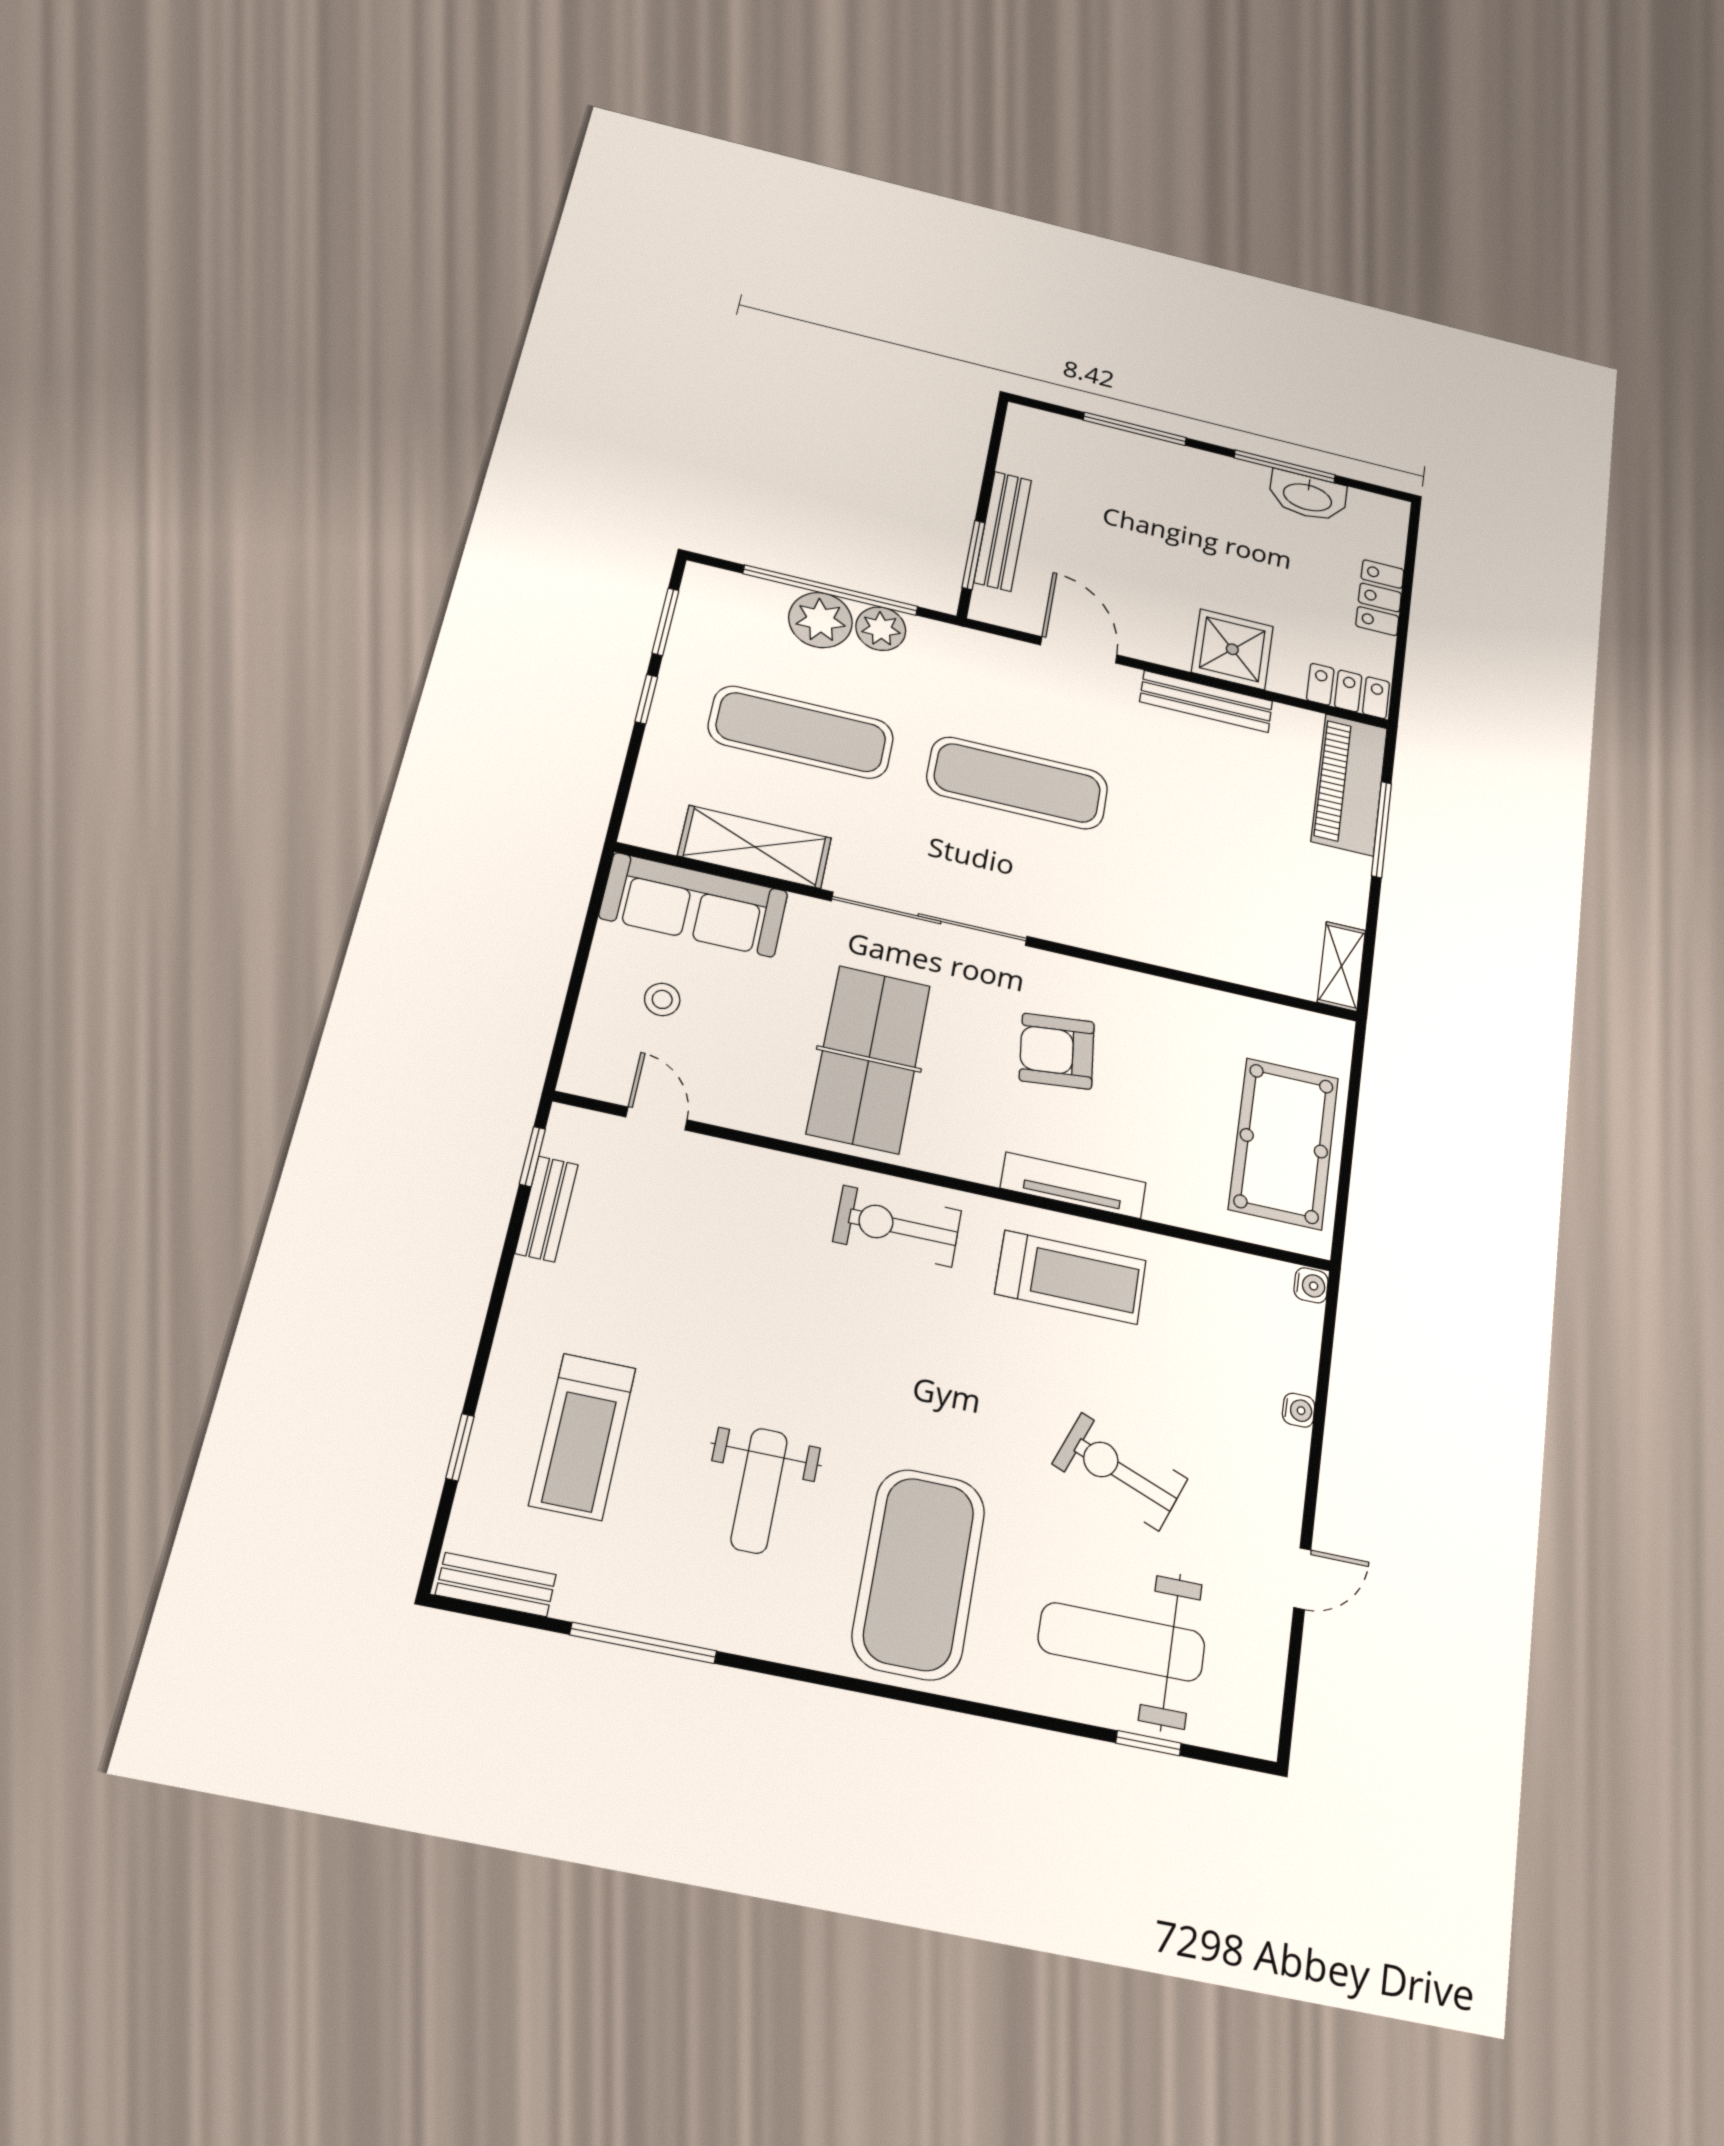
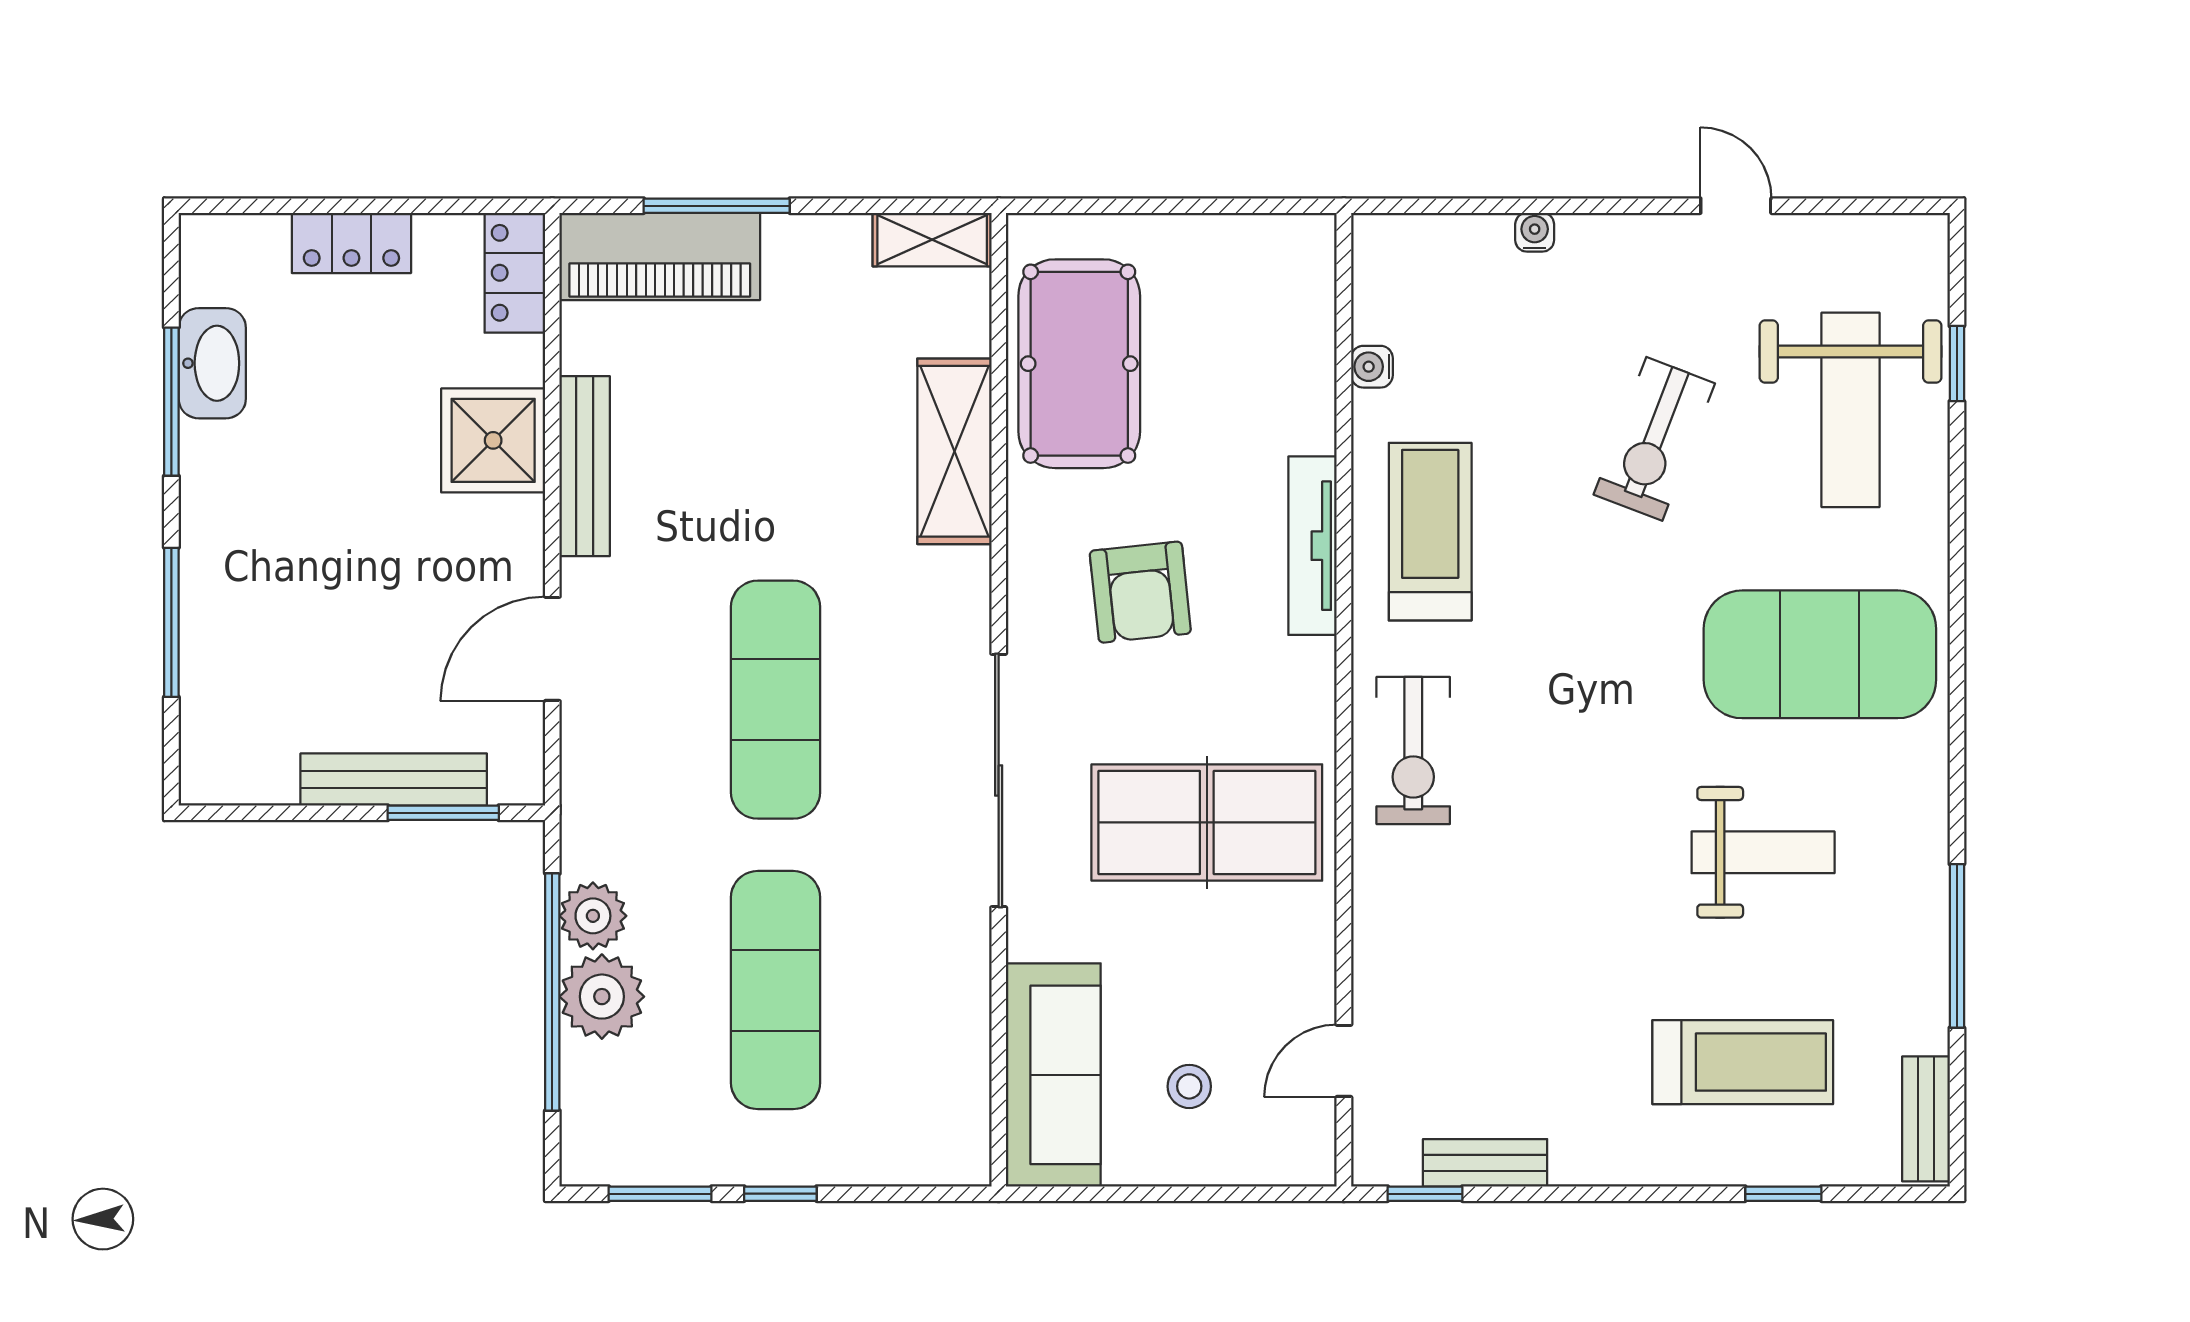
shelving: (755, 847) -> (954, 451), moved
pool table: (1284, 1143) -> (1079, 364), moved, turned 90
water cooler: (1311, 1285) -> (1372, 367), moved, turned -90

